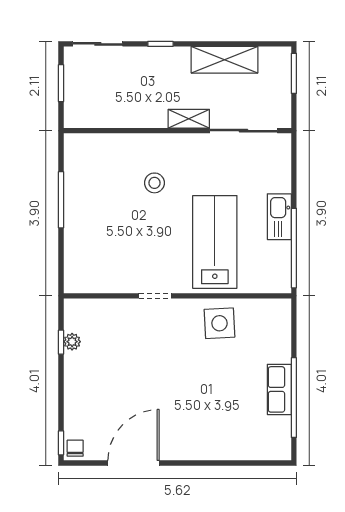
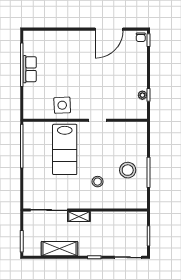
stool: (99, 204) -> (128, 170), added
kitchen sink: (279, 217) -> (30, 163), removed

